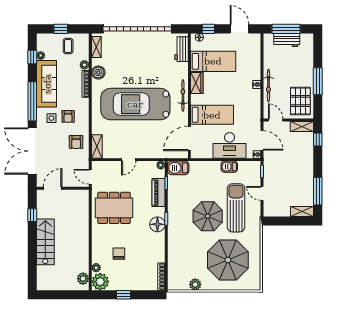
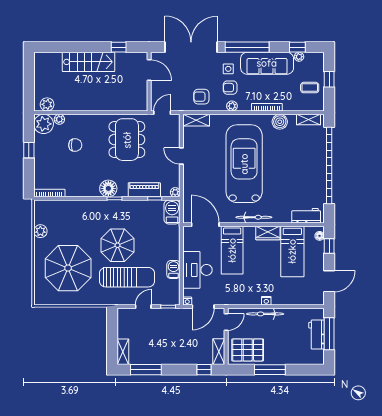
plant: (84, 65) -> (232, 106), moved

